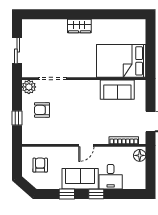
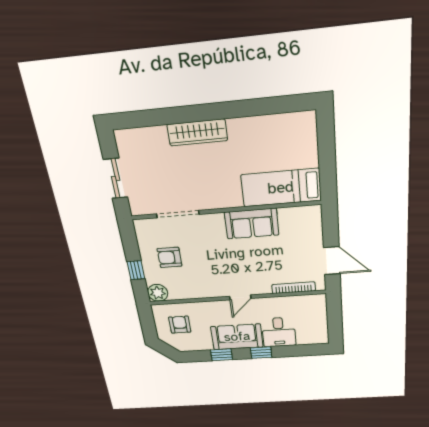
wardrobe: (79, 26) -> (197, 133), width x1.50
bed: (121, 61) -> (281, 188), width x0.67
plant: (29, 87) -> (158, 293), moved
sofa: (117, 90) -> (252, 224), moved
floor lamp: (140, 155) -> (318, 305), removed

